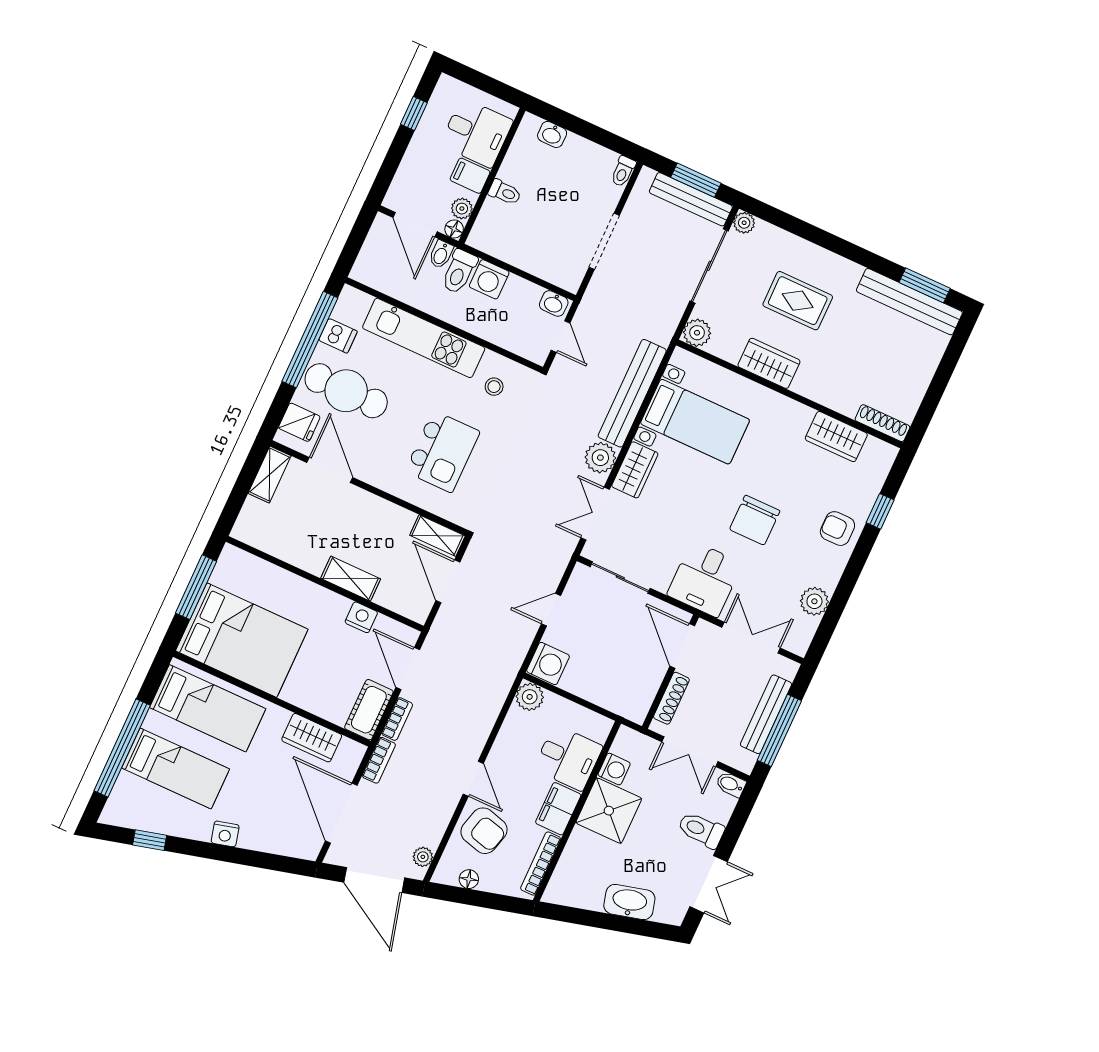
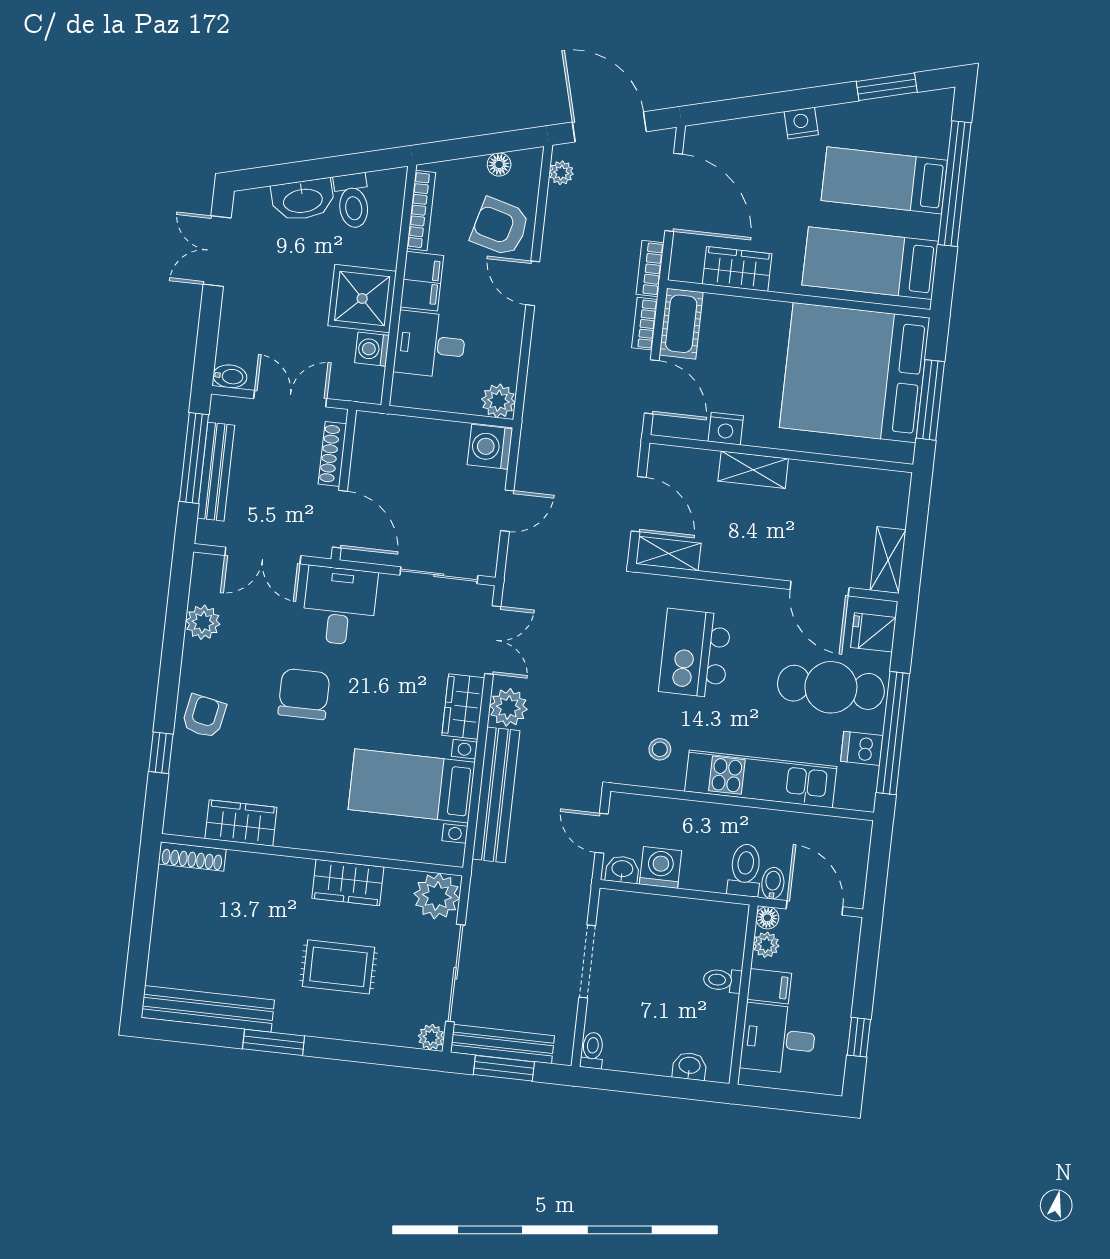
washing machine: (489, 279) -> (660, 867), moved
window: (925, 285) -> (274, 1042), moved
plant: (697, 333) -> (437, 896), width x1.36, depth x1.36
armchair: (837, 529) -> (204, 716), turned -79
bed: (242, 640) -> (855, 373), width x1.36
toilet: (701, 830) -> (353, 201), moved, turned 75
window: (150, 840) -> (887, 87), width x1.50

